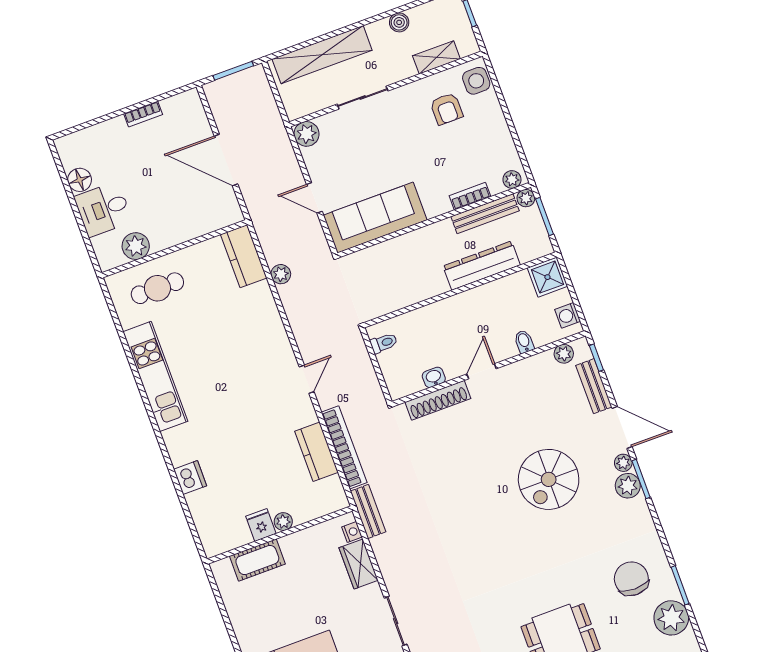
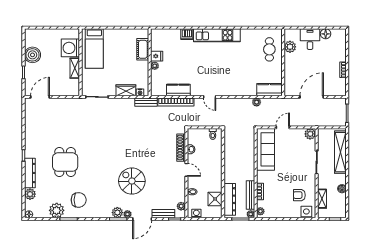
dresser: (482, 266) -> (230, 199), moved
shower: (547, 277) -> (215, 199), moved
kitchen unit: (155, 376) -> (217, 35), moved

